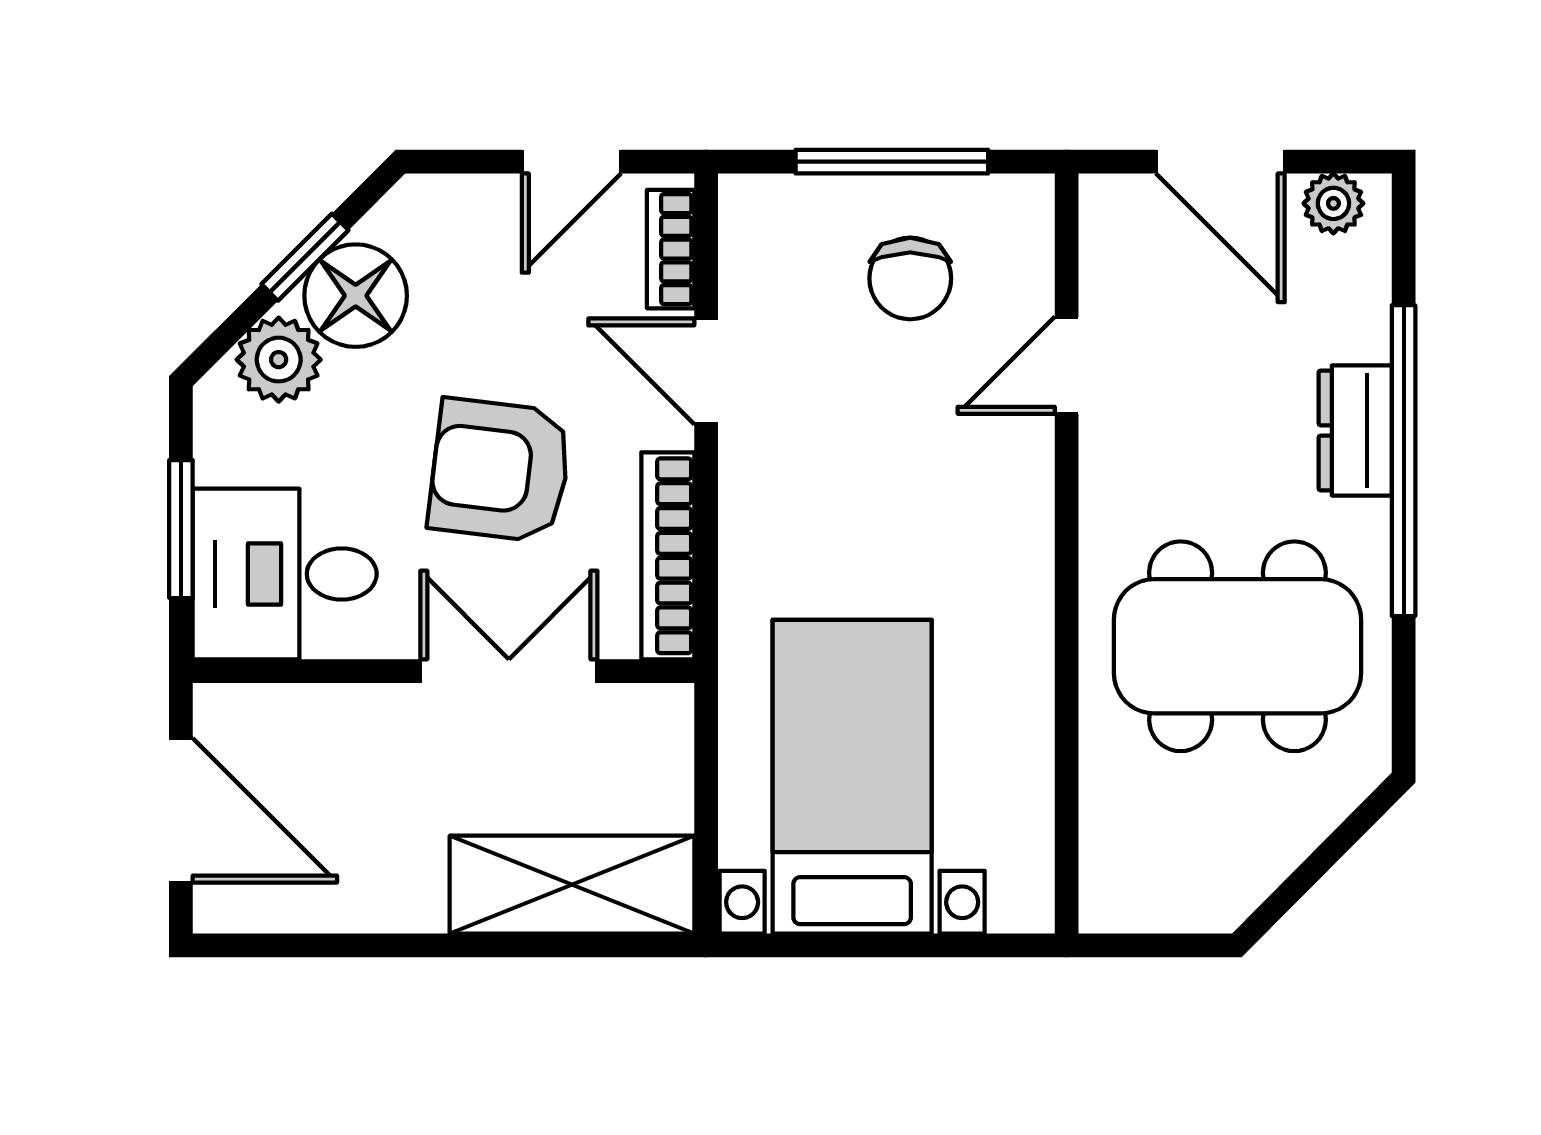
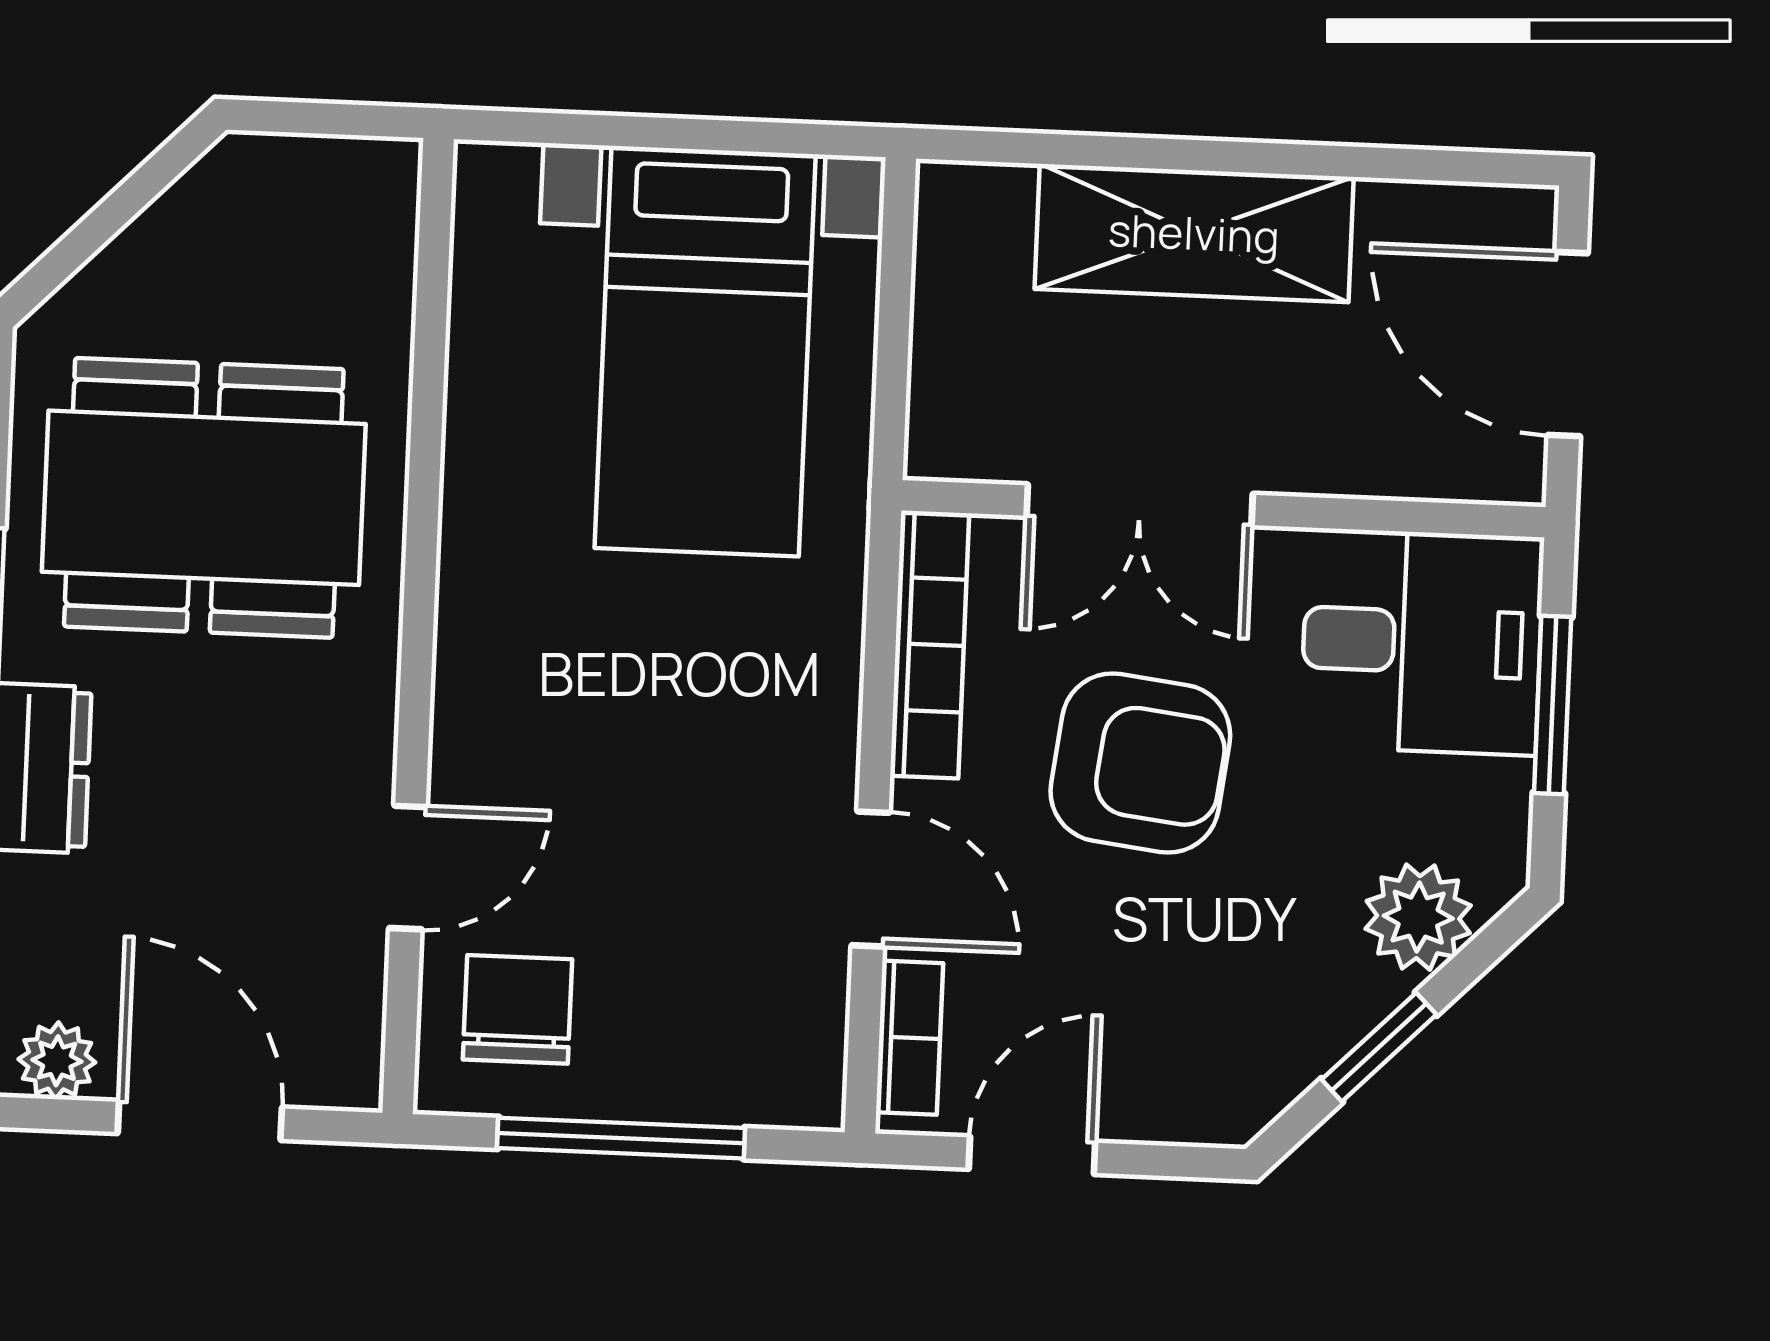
chair: (910, 278) -> (517, 1009), moved
floor lamp: (356, 296) -> (1316, 995), removed
shelving: (572, 885) -> (1194, 233), moved

